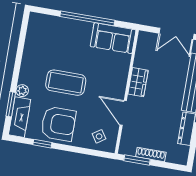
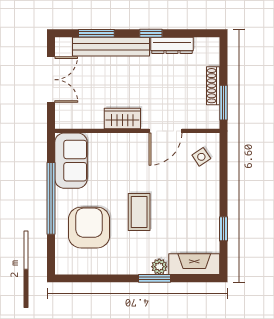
coffee table: (66, 83) -> (139, 212), width x0.73, depth x0.76
window: (11, 104) -> (154, 278), moved
armchair: (58, 124) -> (89, 228), moved

